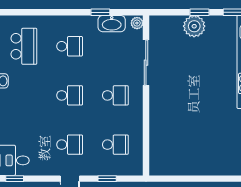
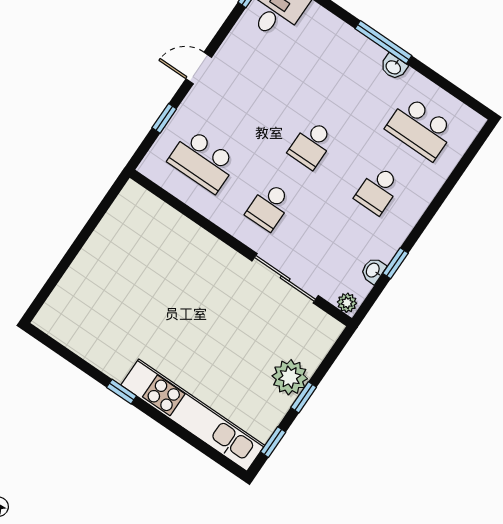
washbasin: (112, 24) -> (373, 270), width x0.52, depth x0.69
school desk: (70, 145) -> (245, 99), removed
school desk: (115, 145) -> (203, 161), width x1.85

